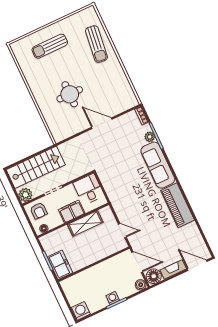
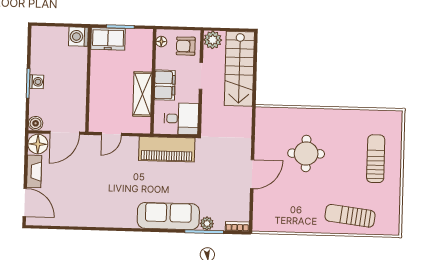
piano: (178, 205) -> (167, 149), moved, turned 180
door: (197, 265) -> (25, 203), hinge flipped
washing machine: (81, 311) -> (78, 37), moved, turned 180

